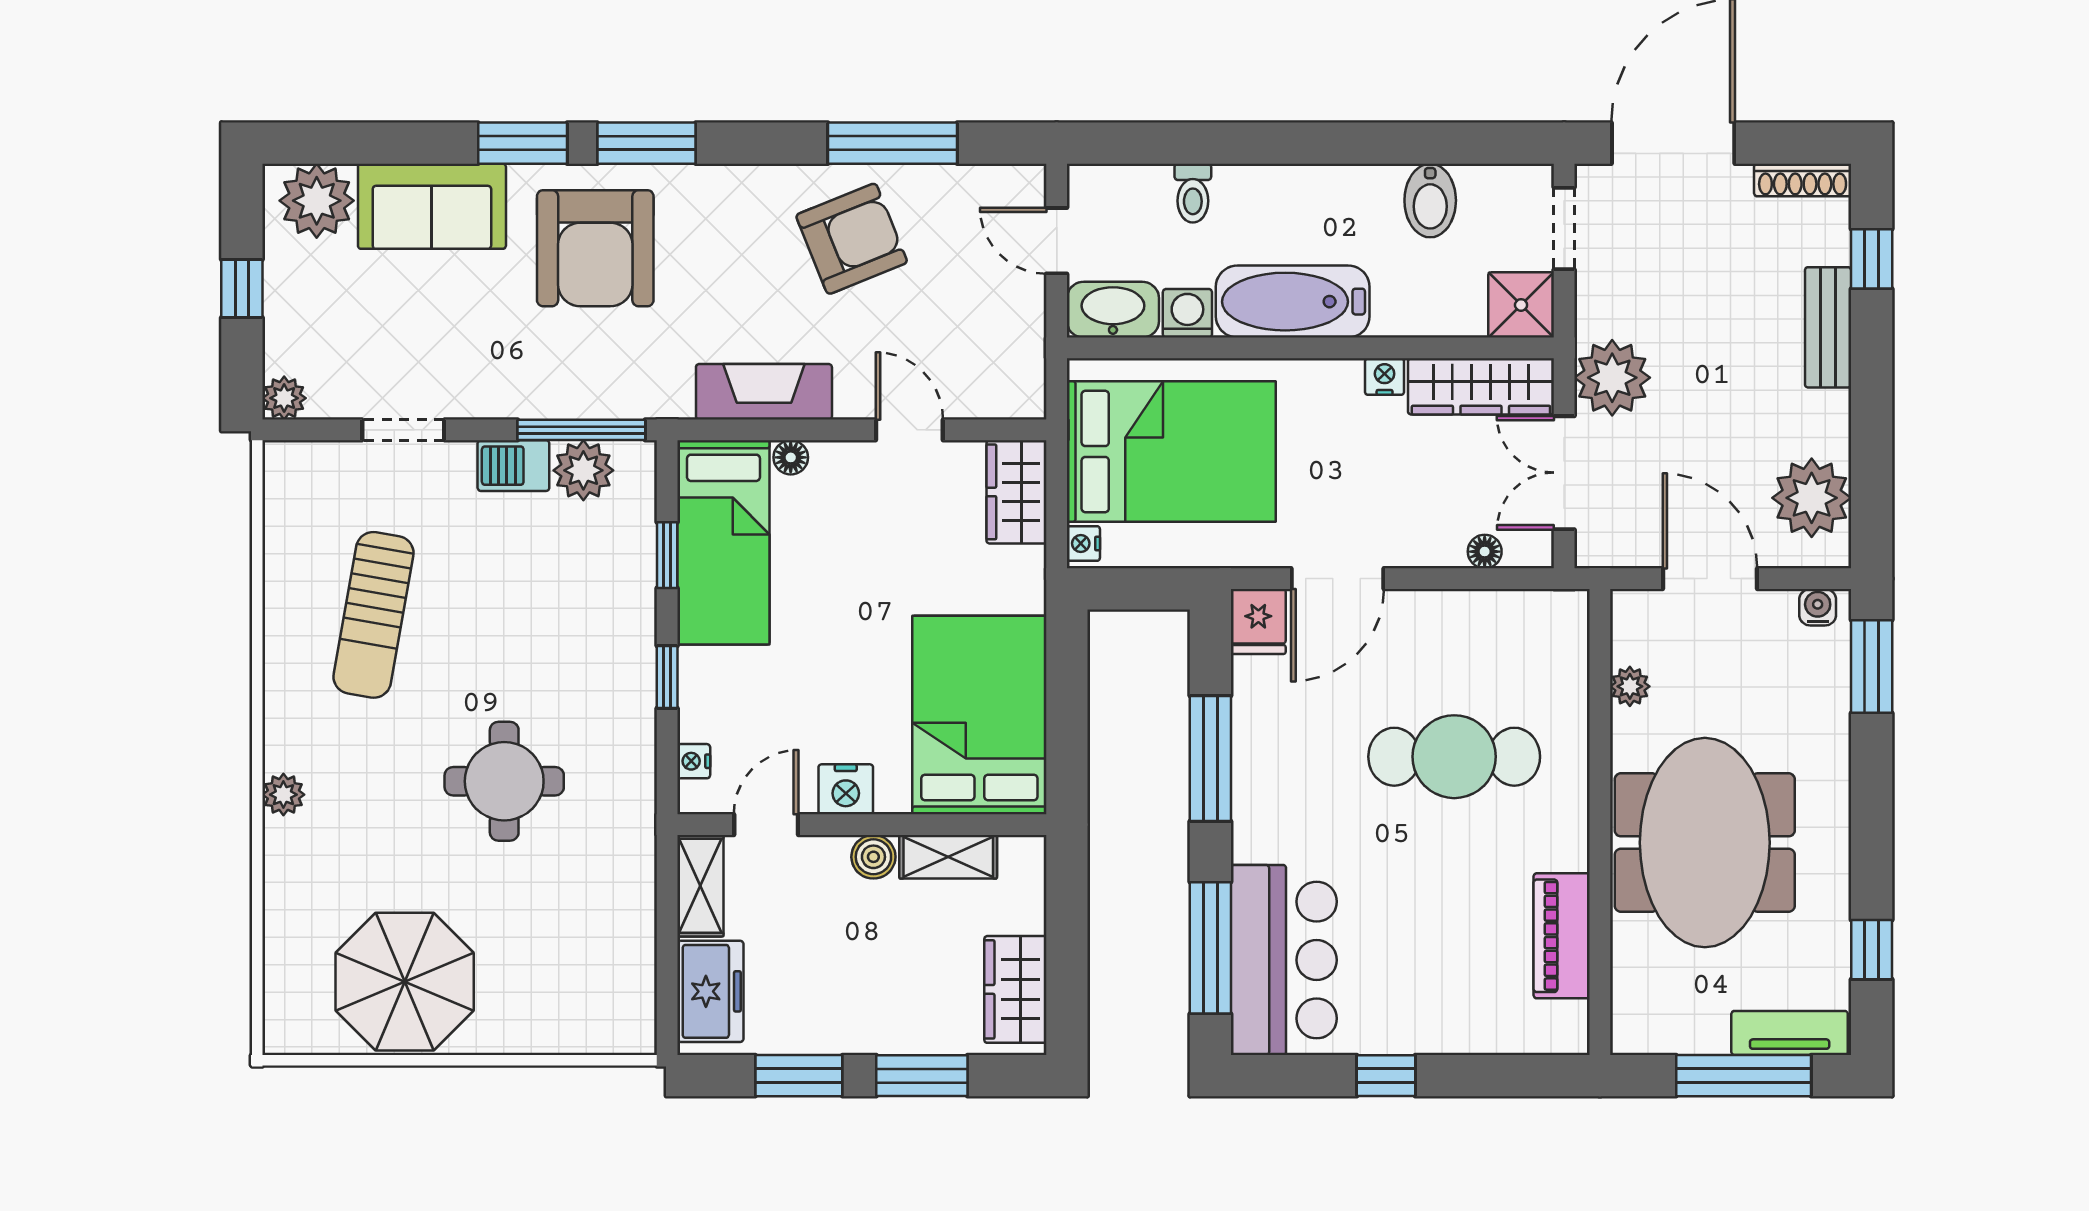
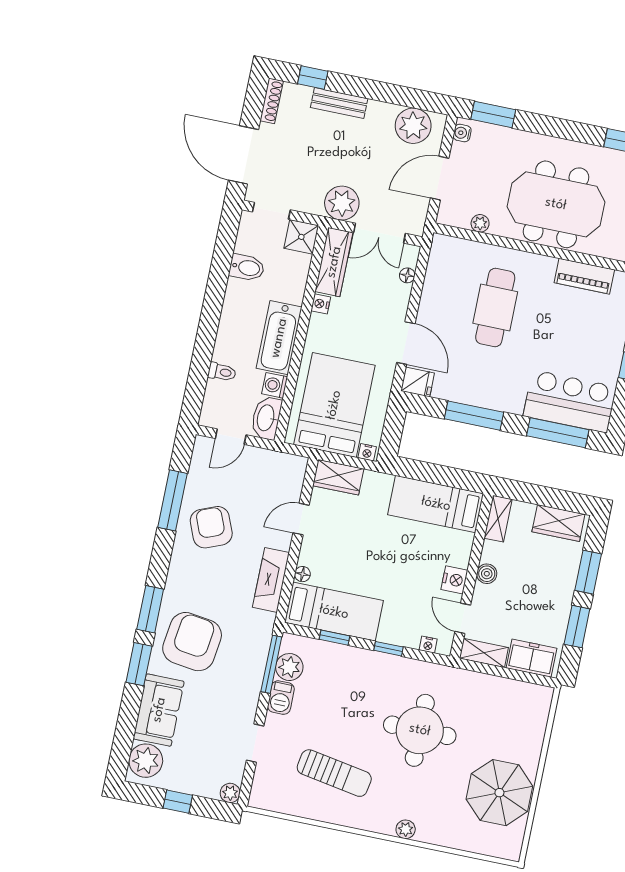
armchair: (595, 248) -> (192, 642), turned -82
bed: (979, 715) -> (436, 504), width x0.67
round table: (504, 781) -> (420, 730), width x1.36, depth x1.36
shelving: (948, 857) -> (498, 519), moved

